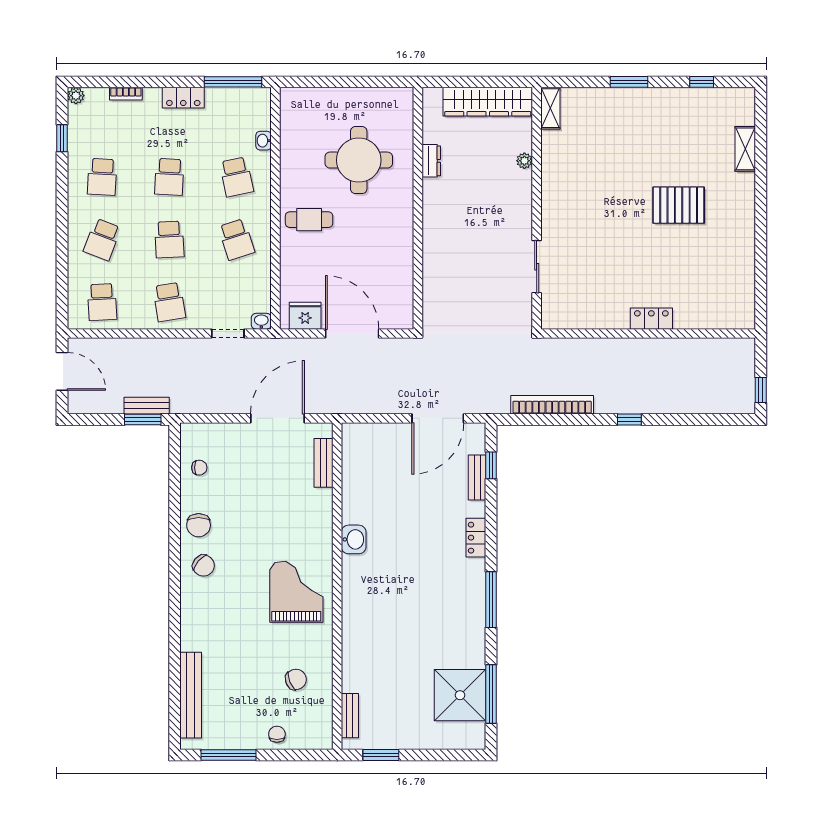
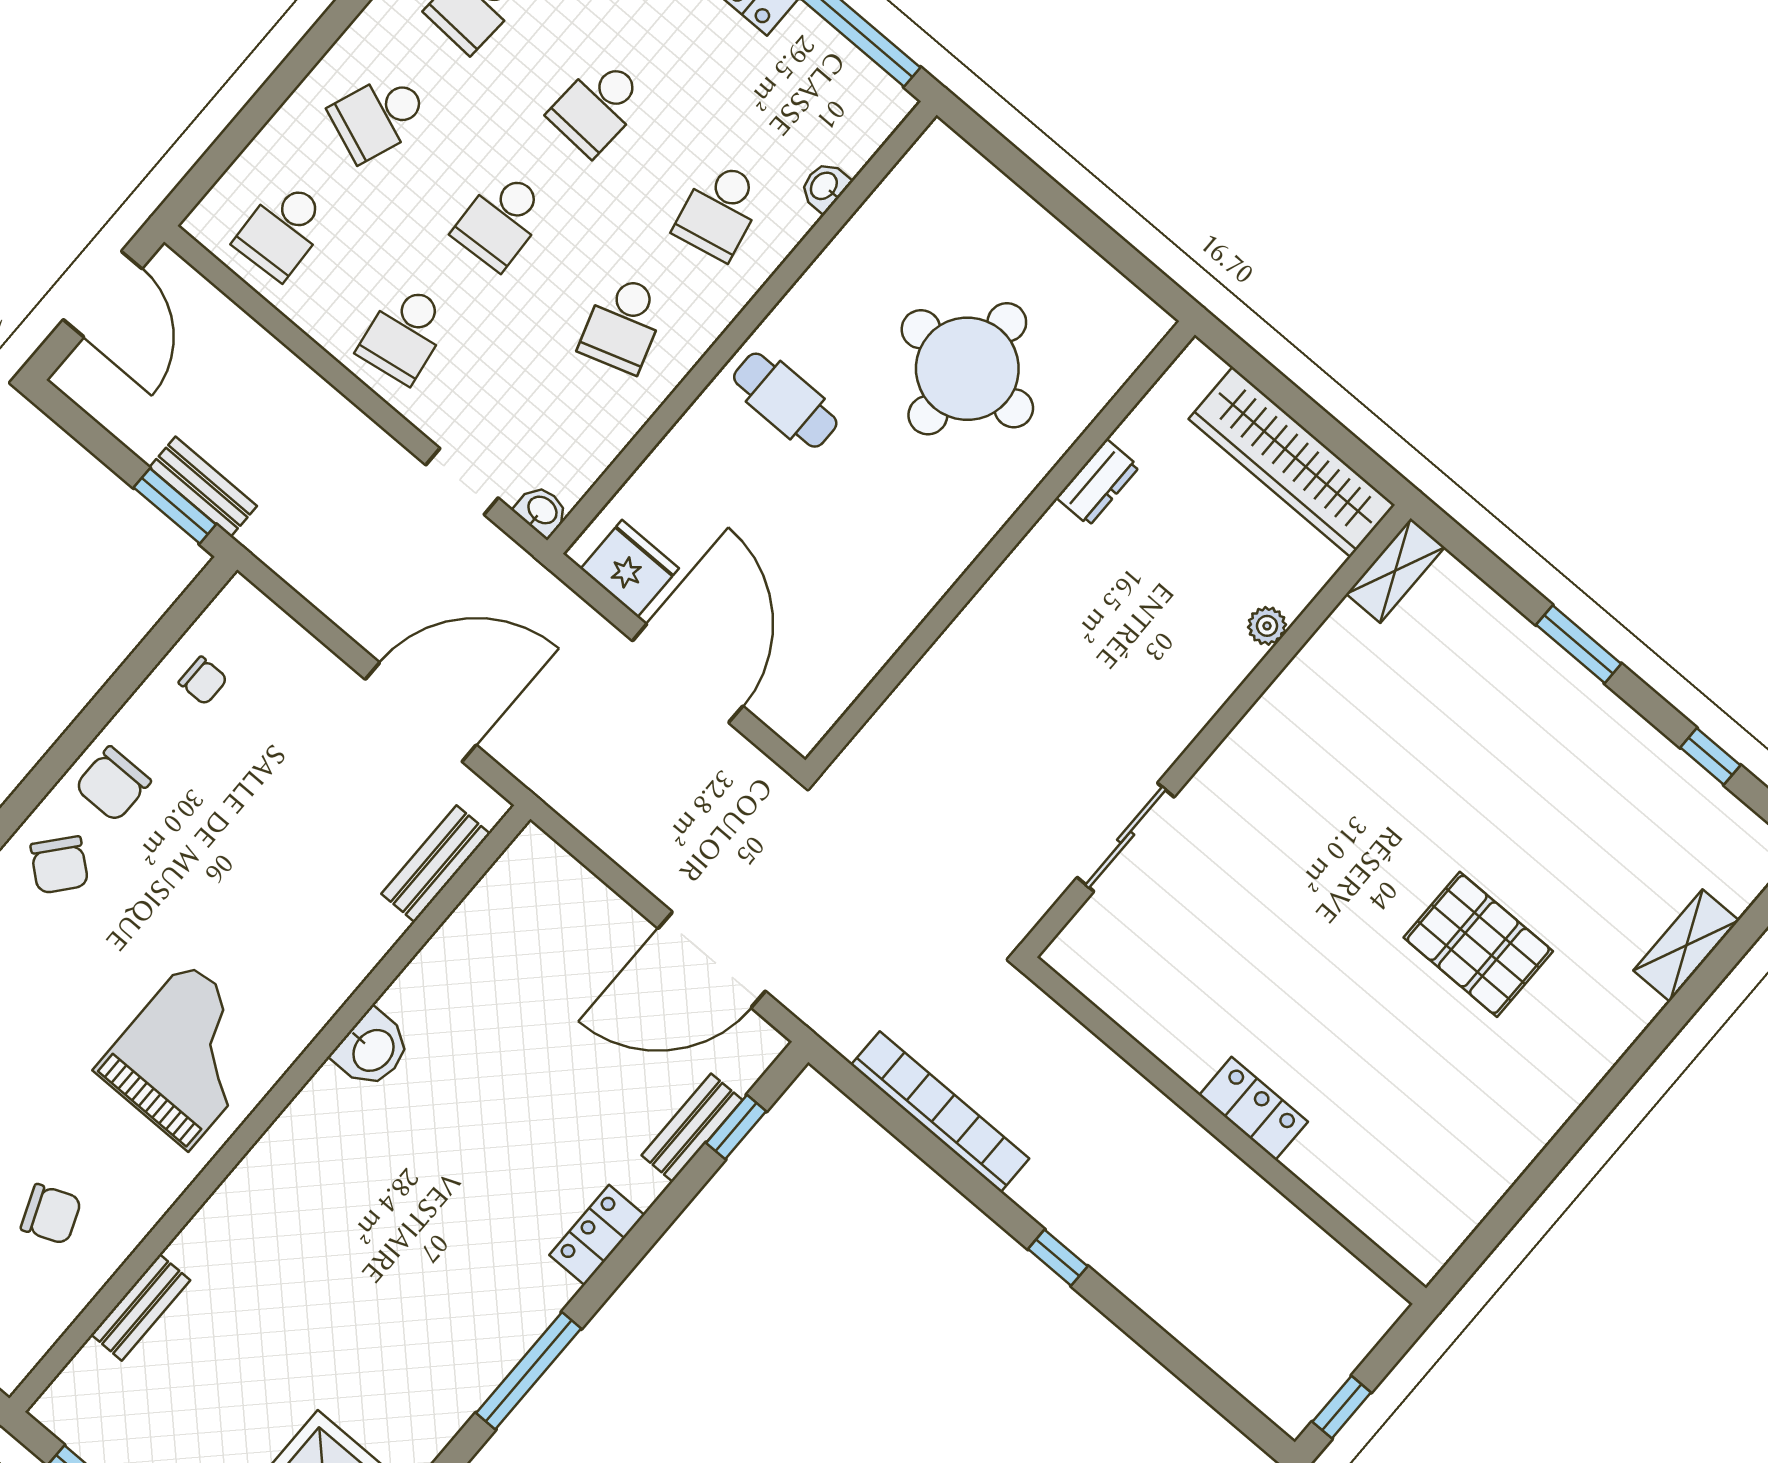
bench: (350, 716) -> (141, 1307), moved

